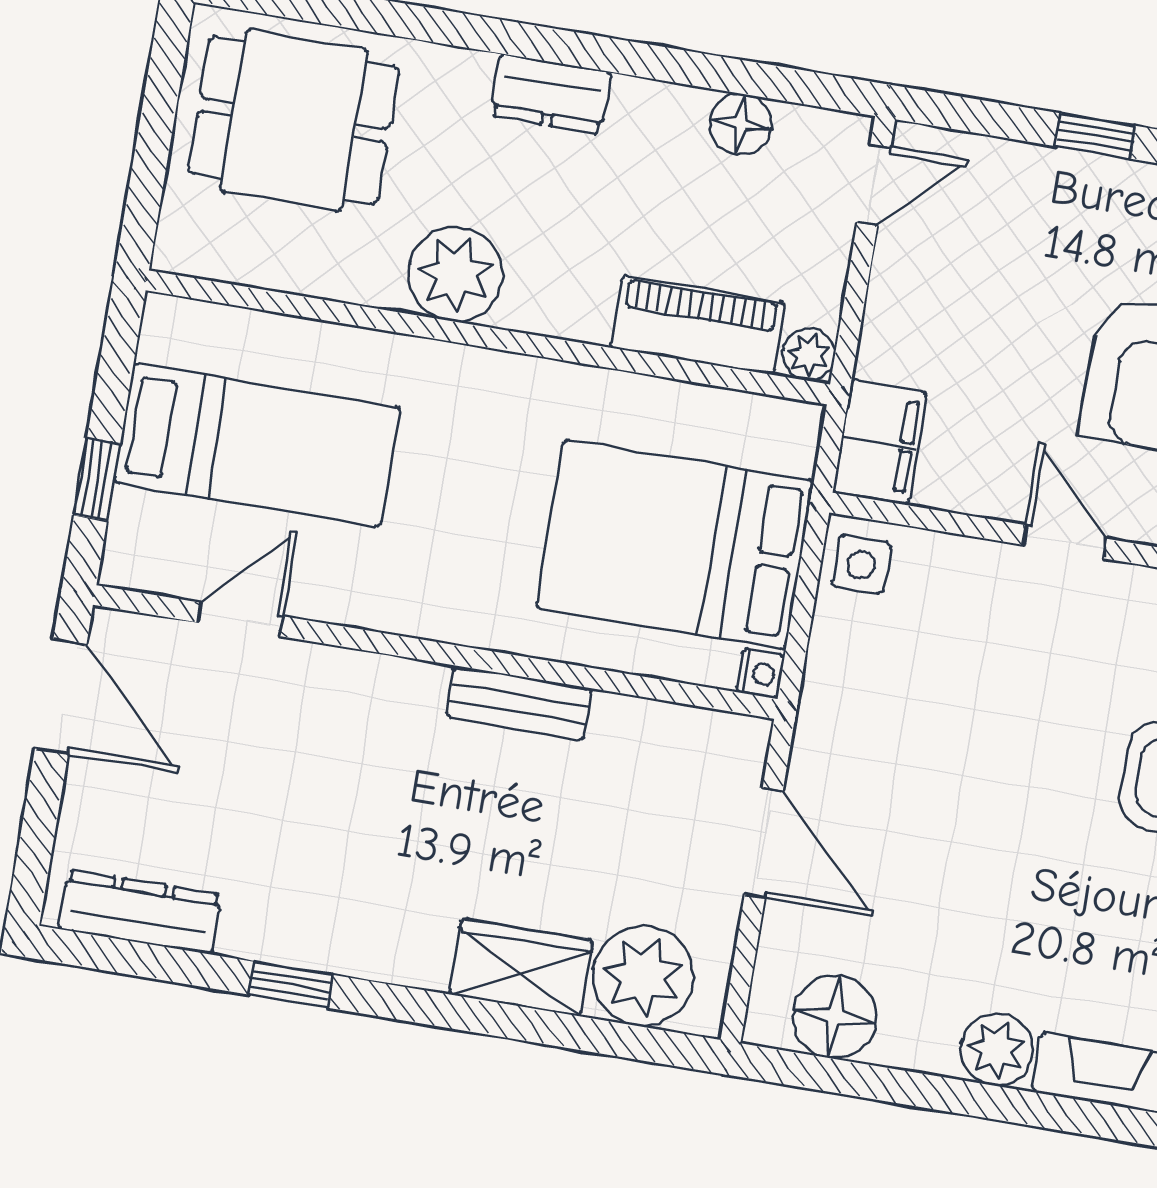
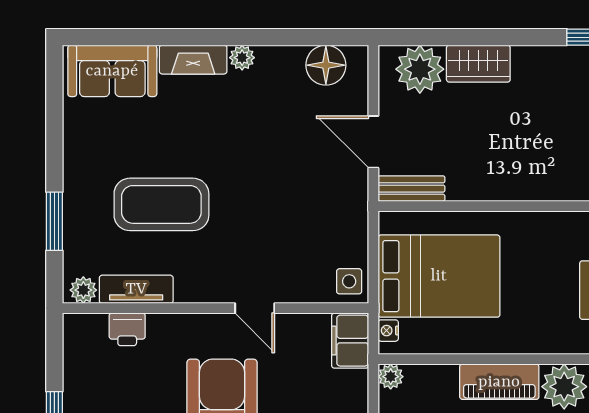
piano: (698, 325) -> (499, 382), moved
nightstand: (760, 674) -> (388, 331), moved
bench: (519, 703) -> (412, 189), moved
plant: (997, 1050) -> (242, 58), width x0.73, depth x0.73

